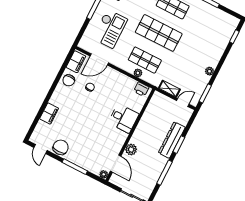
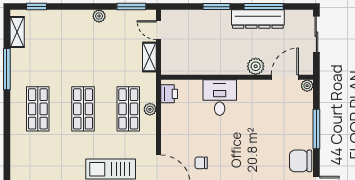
shelving: (225, 17) -> (17, 32), added
shop shelf: (159, 33) -> (83, 109), width x0.70, depth x0.74
dresser: (172, 140) -> (258, 19), moved

